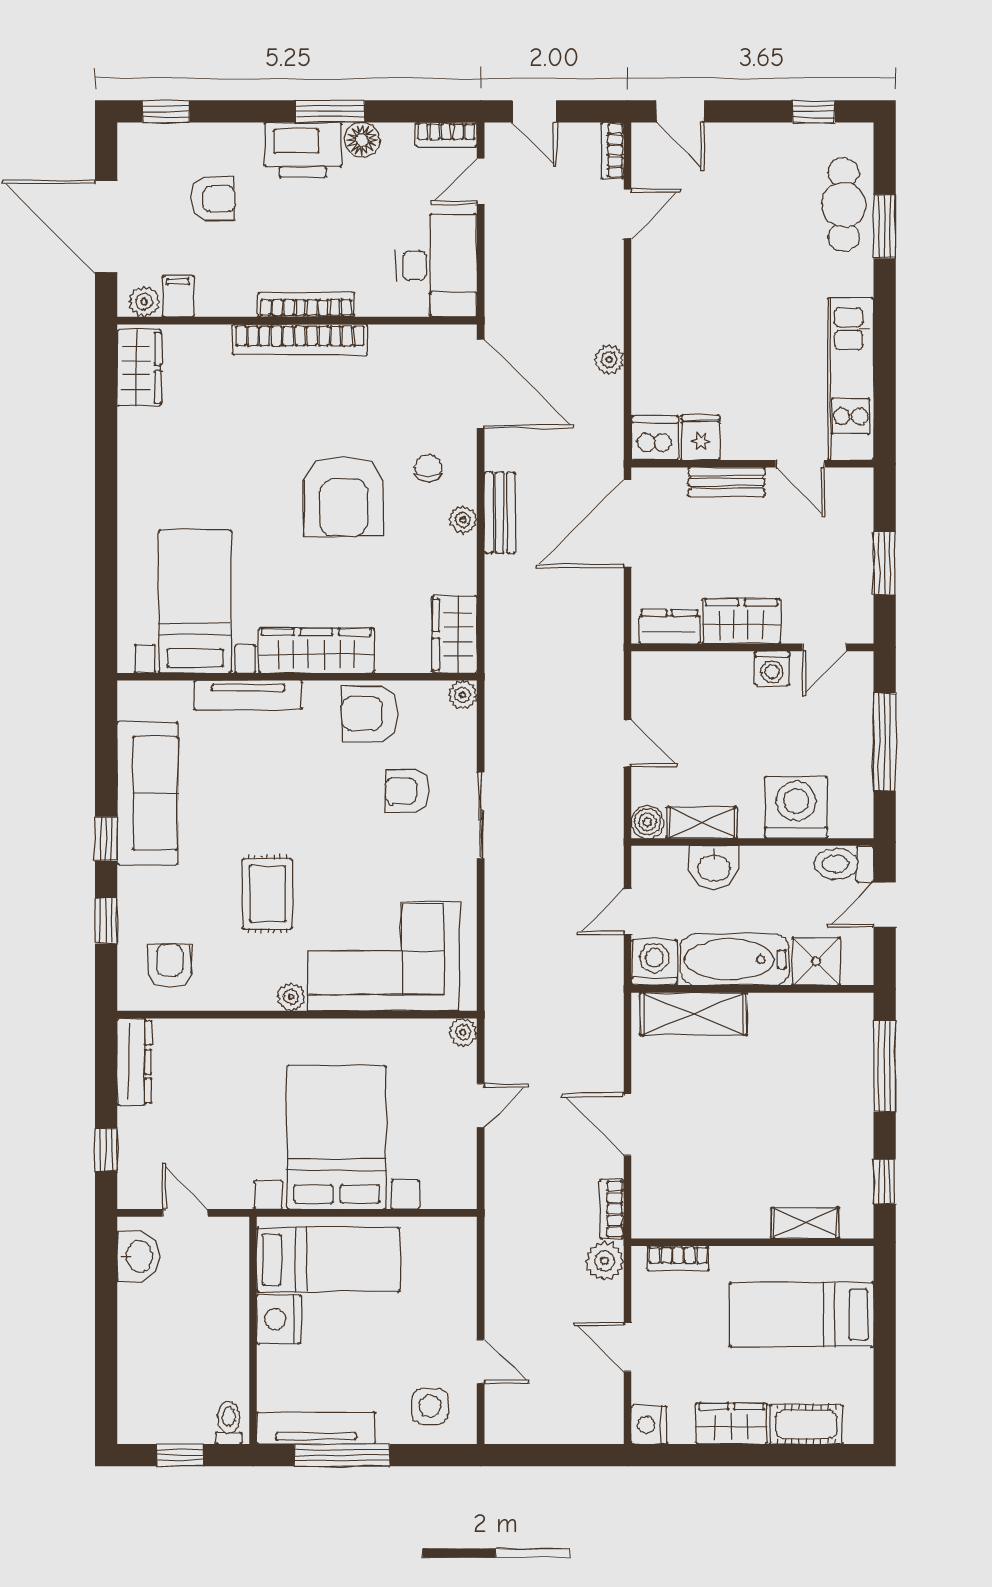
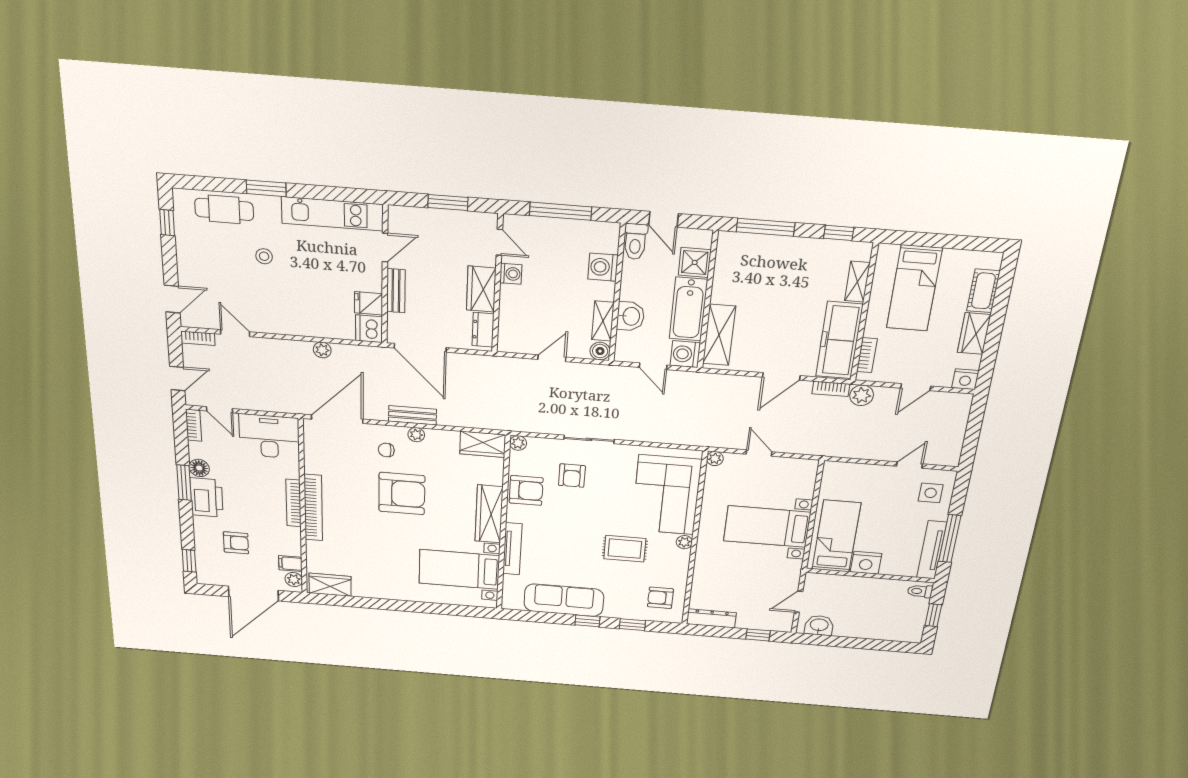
armchair: (213, 199) -> (236, 543), turned 90
window: (885, 226) -> (266, 188), moved
stool: (769, 267) -> (264, 256), added
armchair: (370, 713) -> (526, 490), turned -90
washing machine: (796, 807) -> (603, 267), width x0.73, depth x0.73
bed with nightstands: (337, 1137) -> (767, 527), width x0.73
freezer: (701, 1210) -> (839, 340), added

